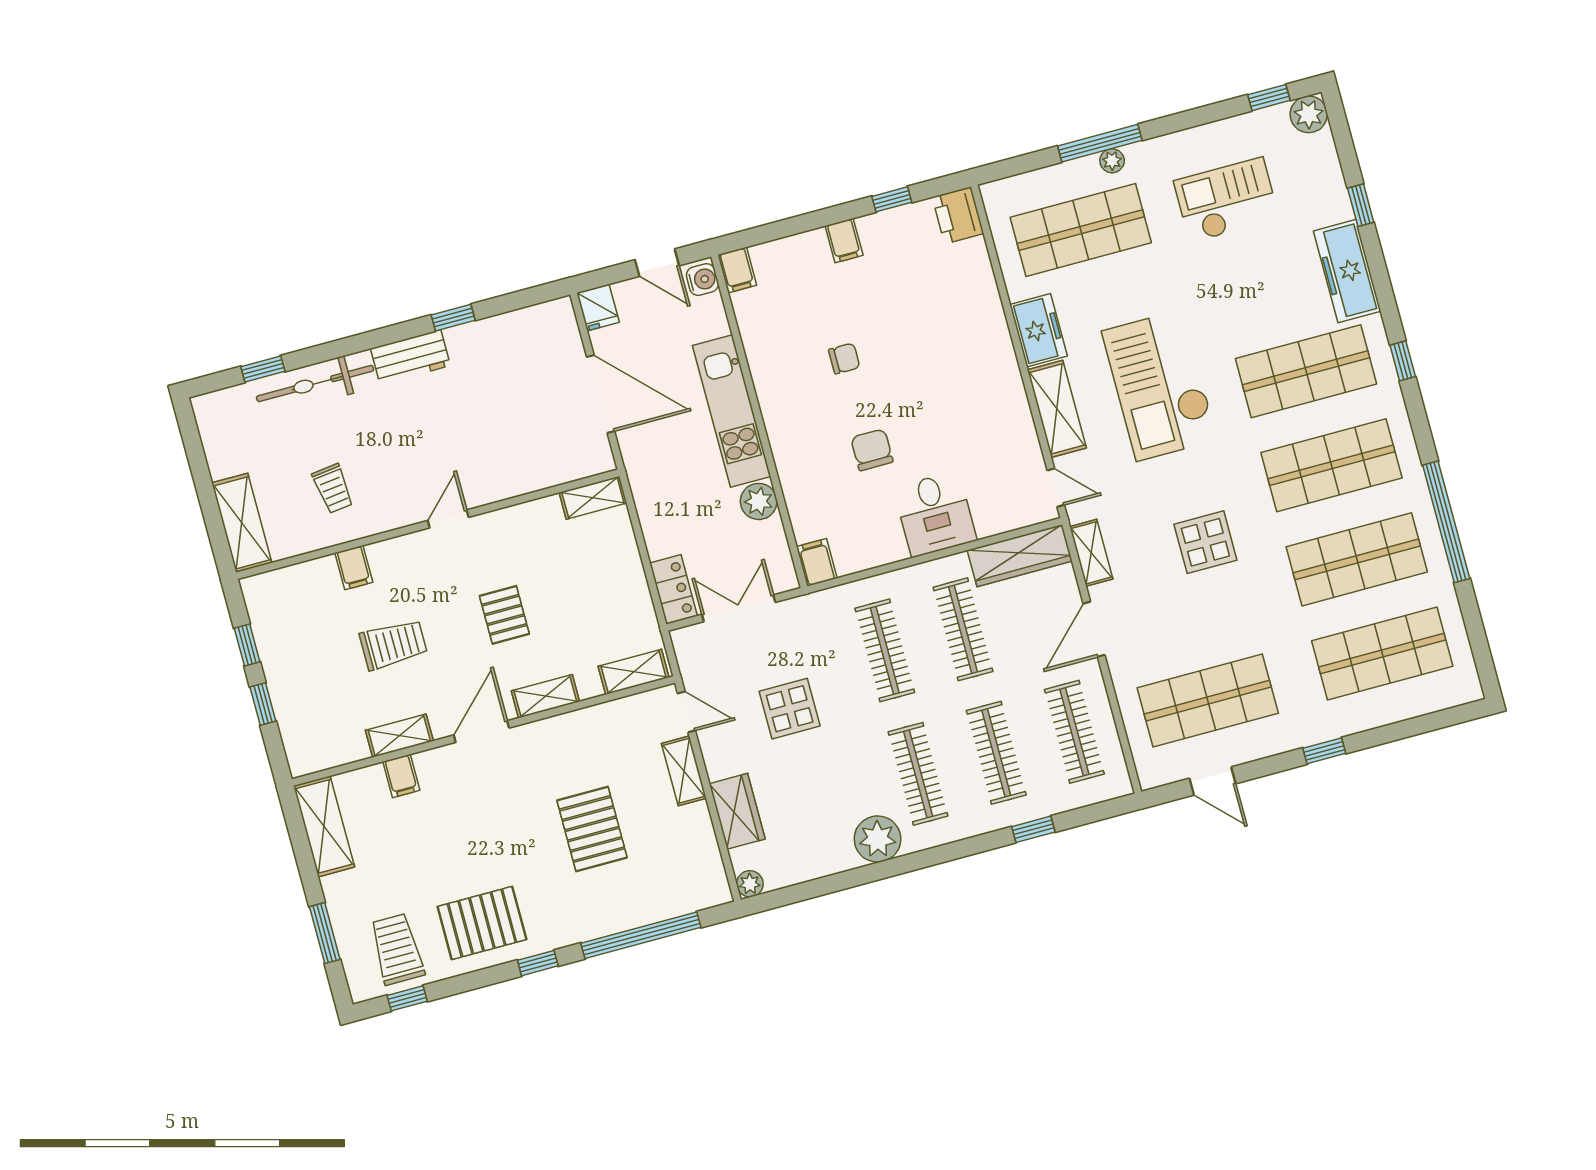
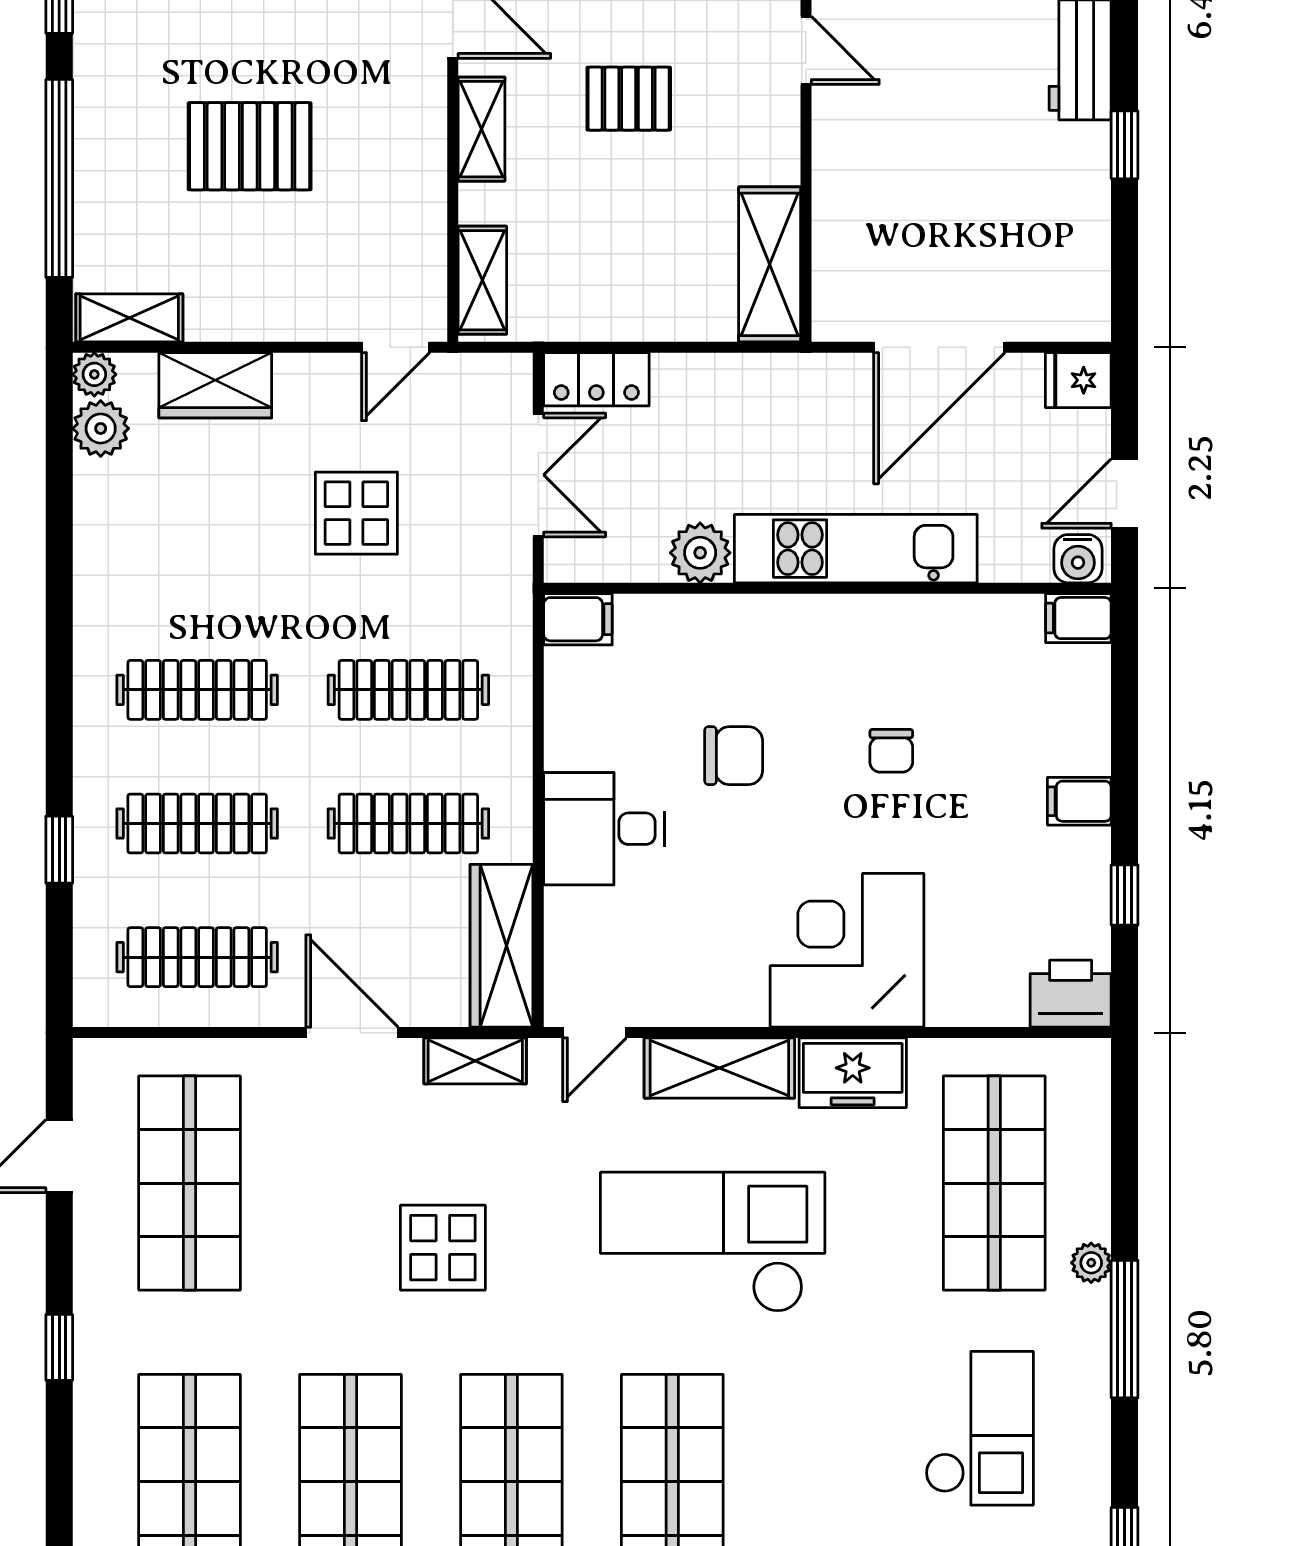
window: (1100, 143) -> (1125, 1329), moved
corner desk: (968, 353) -> (847, 950), added
shelving: (593, 498) -> (770, 264), width x1.50, depth x1.33
shelving: (684, 771) -> (129, 318), moved
plant: (878, 839) -> (101, 428), moved, width x0.73, depth x0.73

